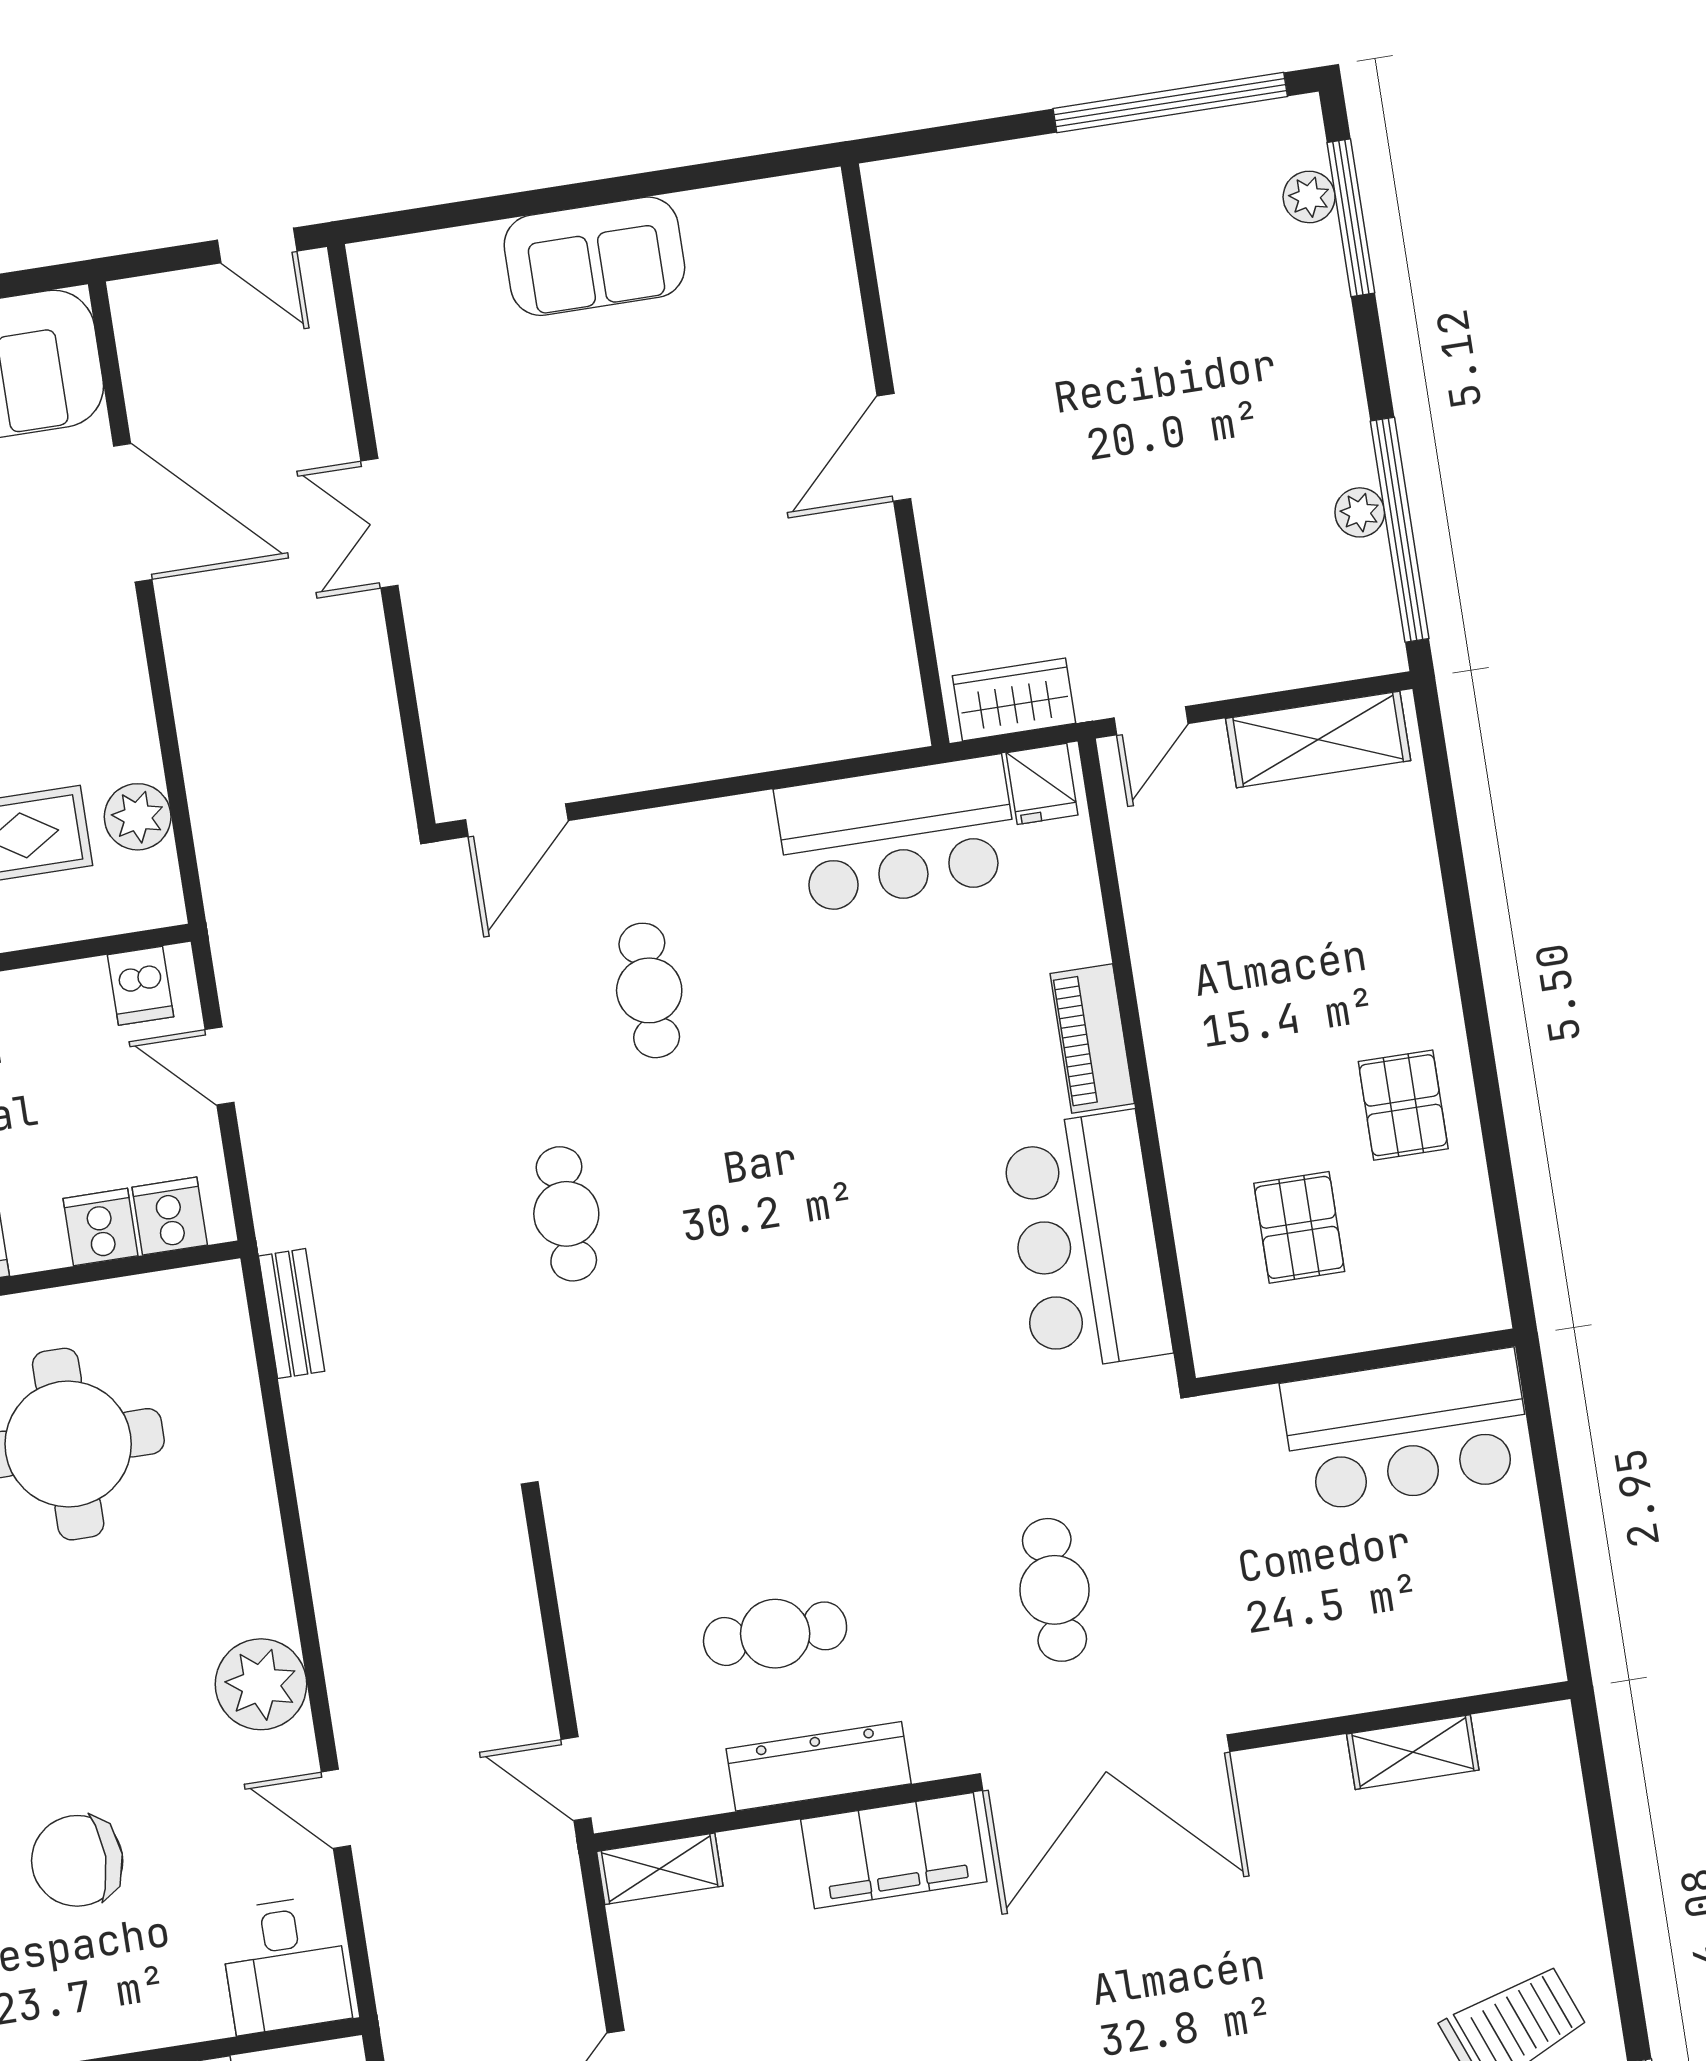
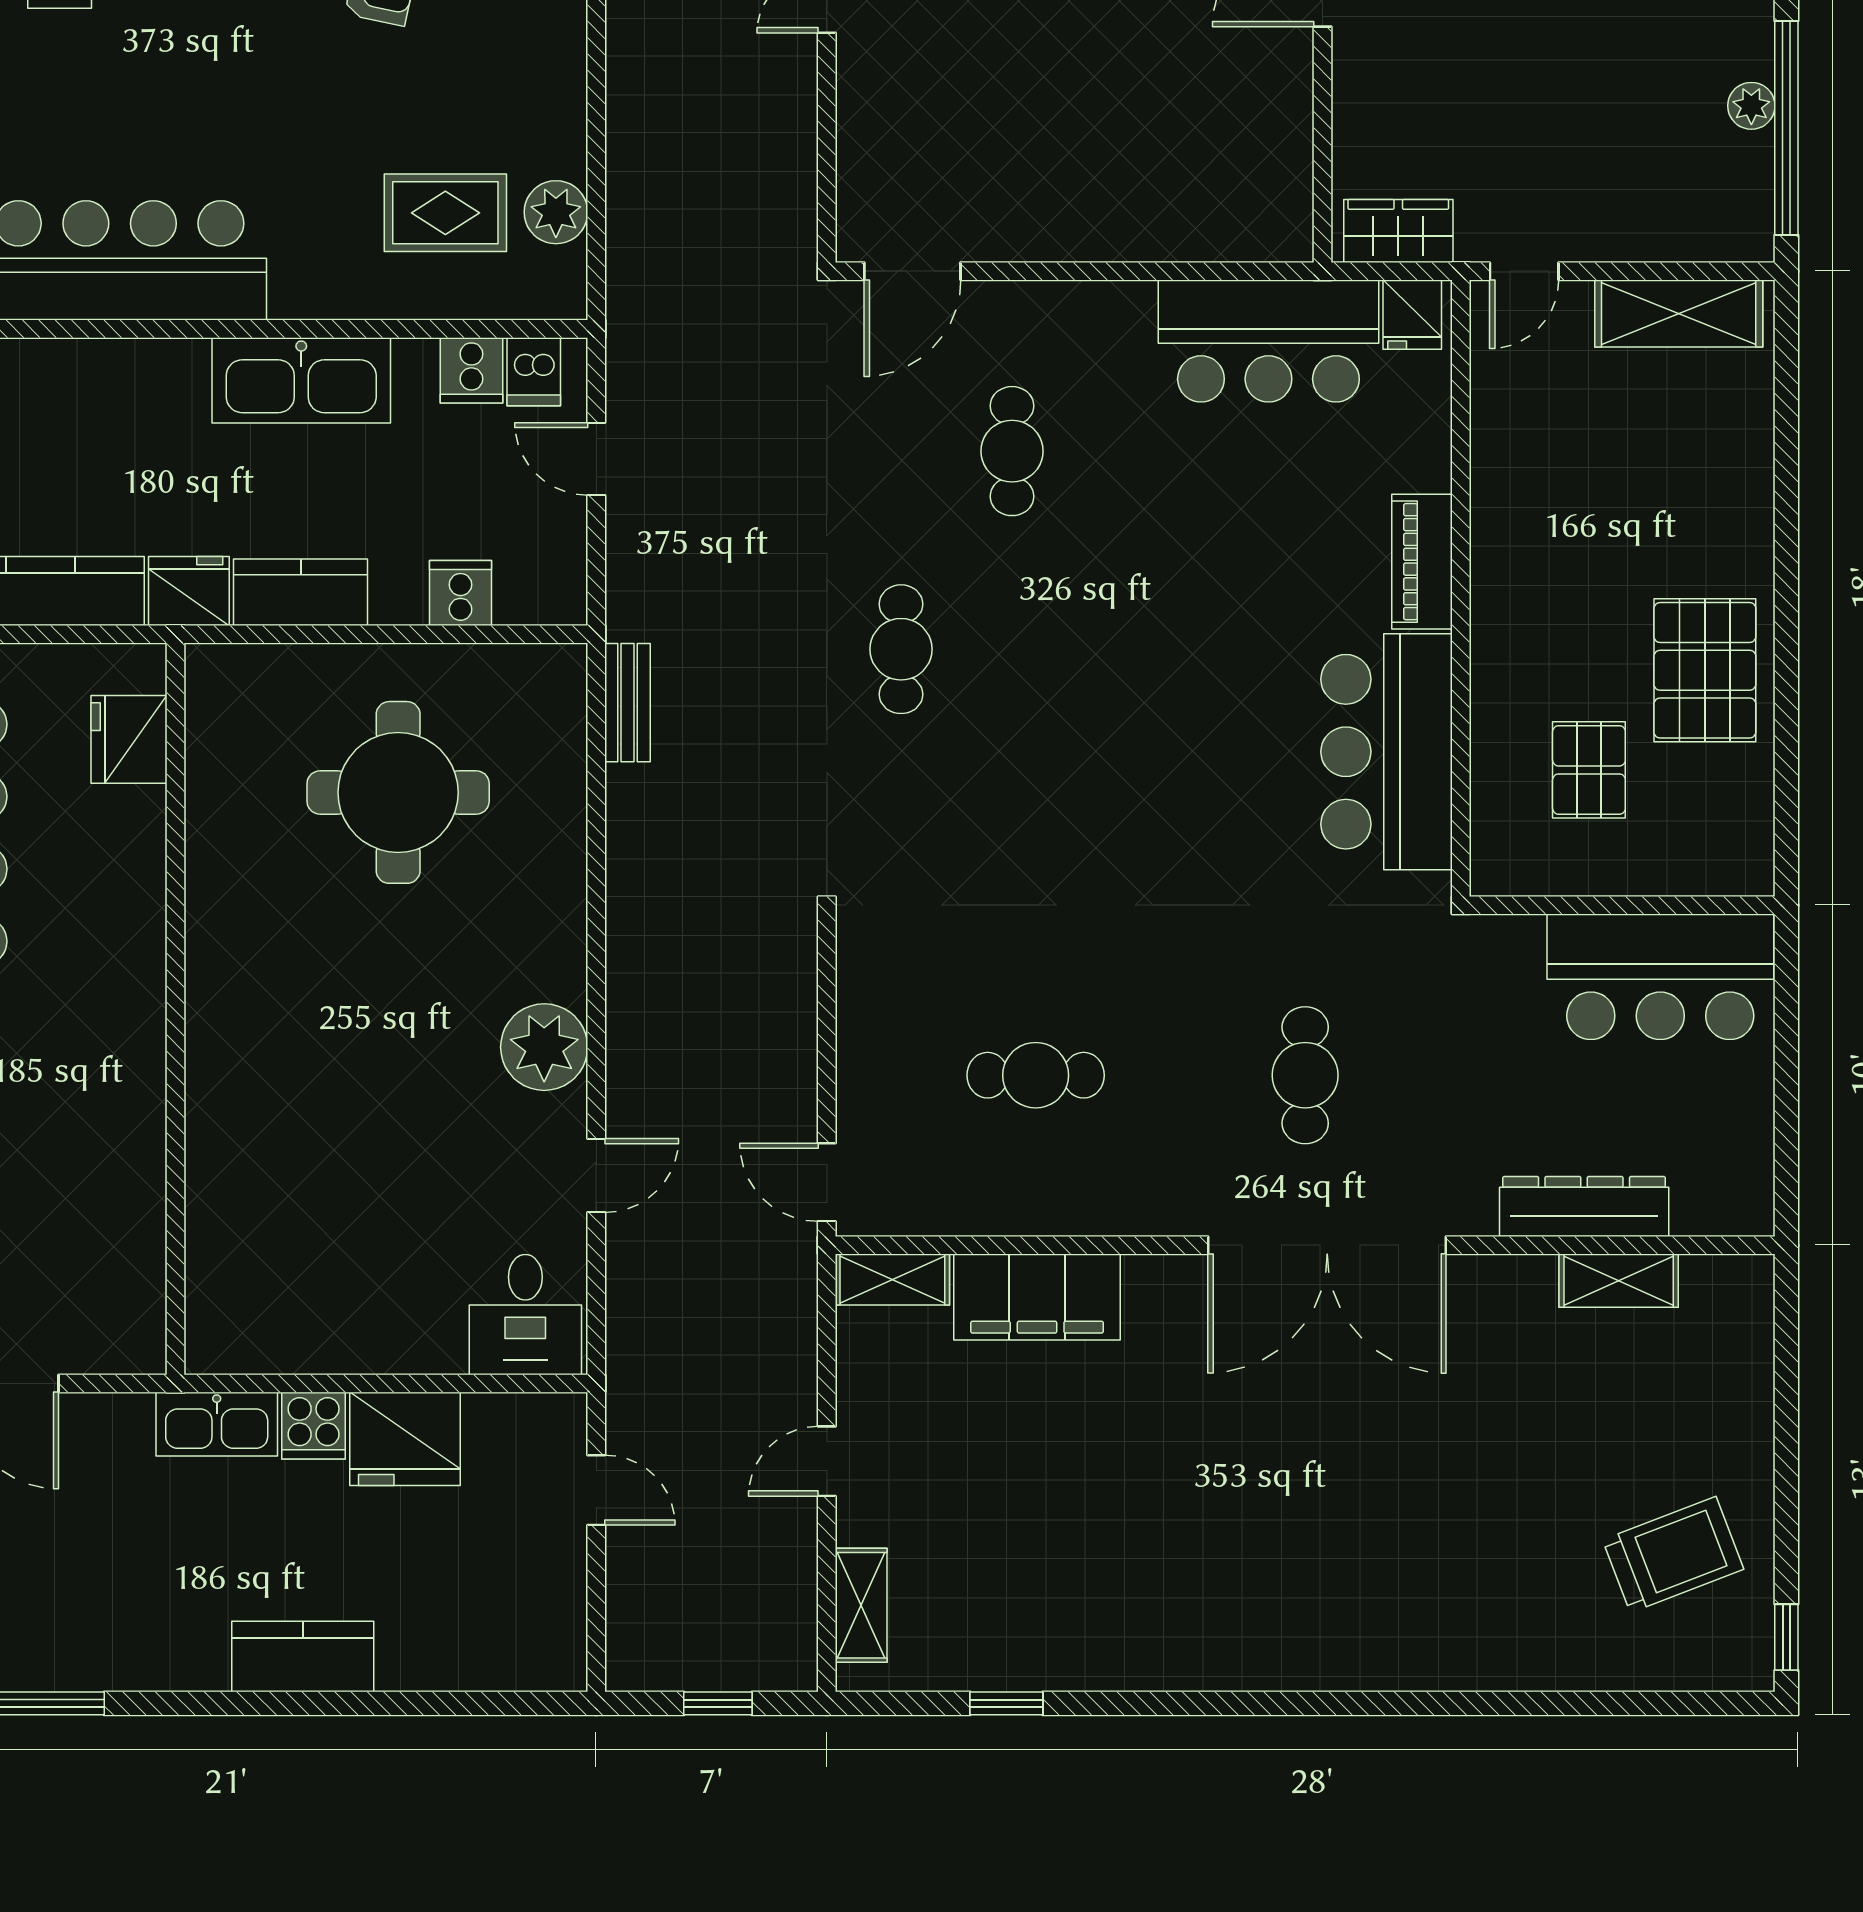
pallet: (1403, 1105) -> (1705, 670), width x1.50, depth x1.42
cooker: (170, 1216) -> (471, 370), moved, turned 180
dresser: (819, 1766) -> (1584, 1206), moved
door: (336, 1809) -> (596, 1175), swing flipped
filing cabinet: (894, 1851) -> (1037, 1297), moved
chair: (77, 1861) -> (345, 1186), removed

